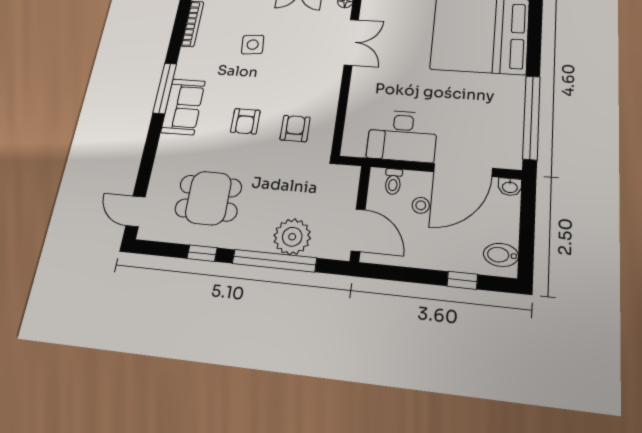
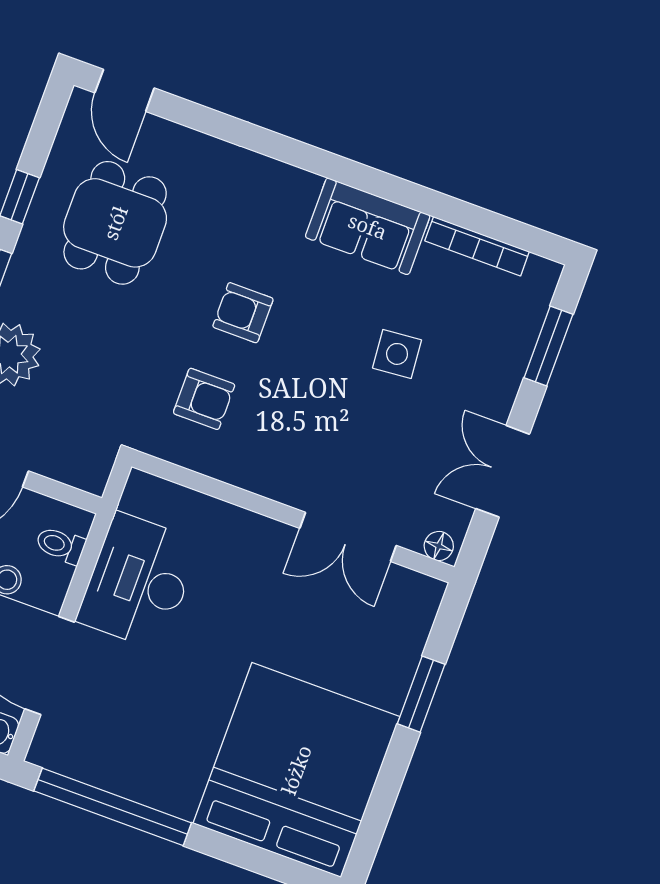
window: (165, 88) -> (352, 174), removed
sofa: (183, 107) -> (368, 226), moved
door: (136, 211) -> (125, 90), swing flipped

